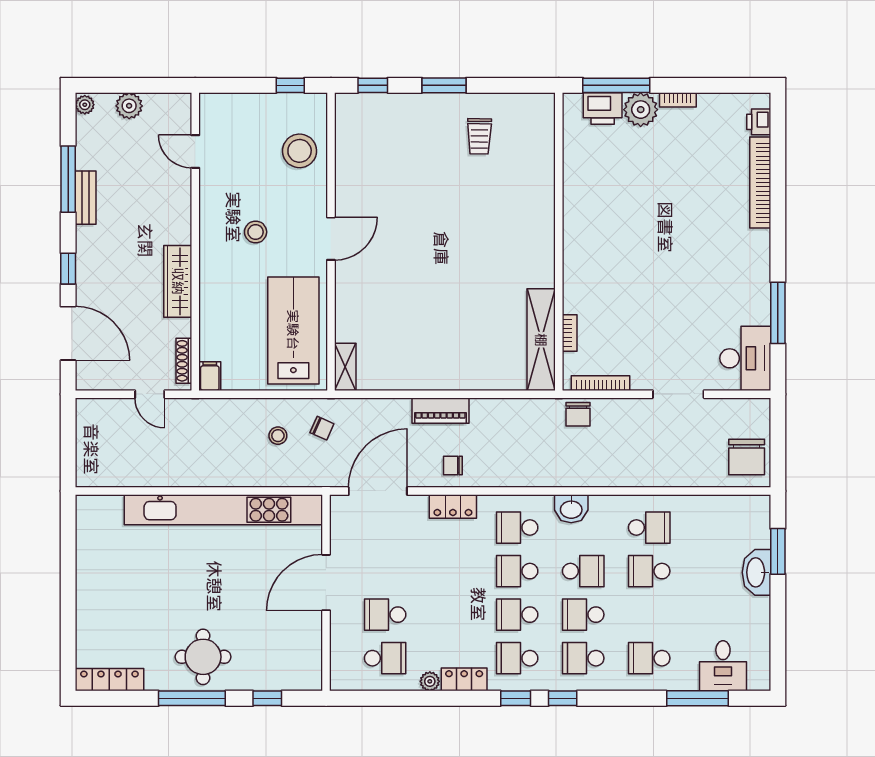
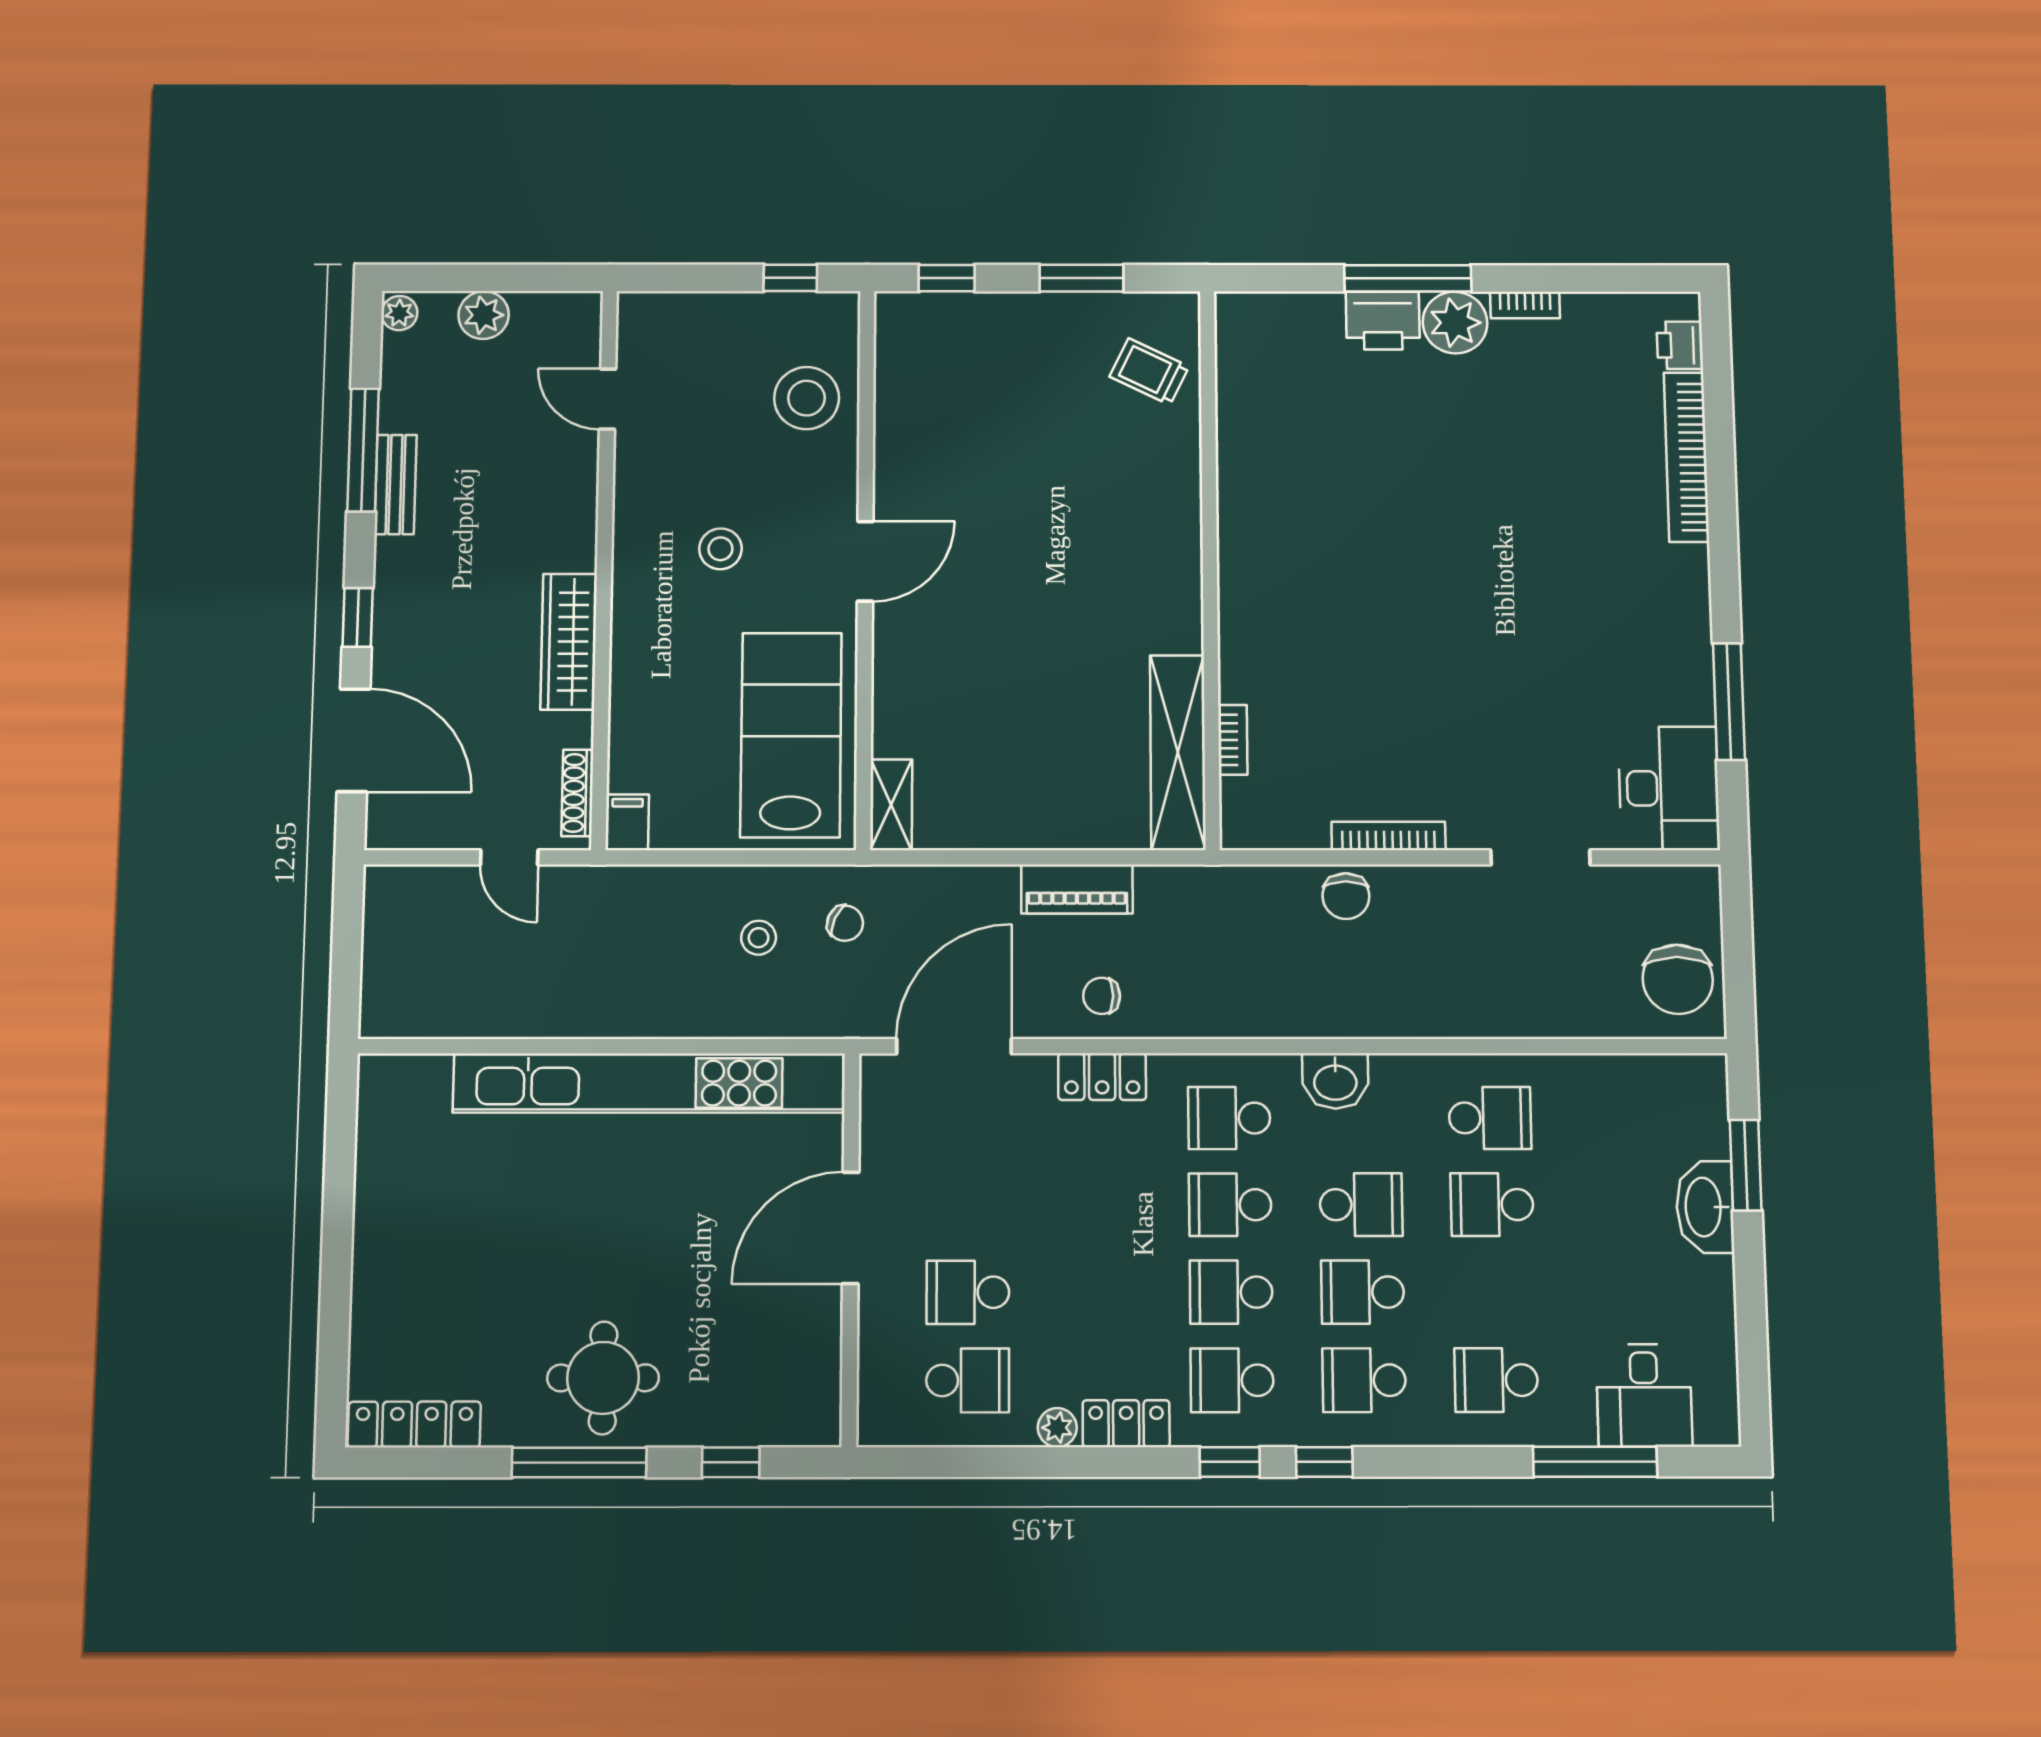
trolley: (479, 136) -> (1149, 372), turned 115
wall: (559, 242) -> (1210, 567), moved
bookcase: (570, 333) -> (1233, 740), moved
shelving: (541, 340) -> (1178, 752), moved

